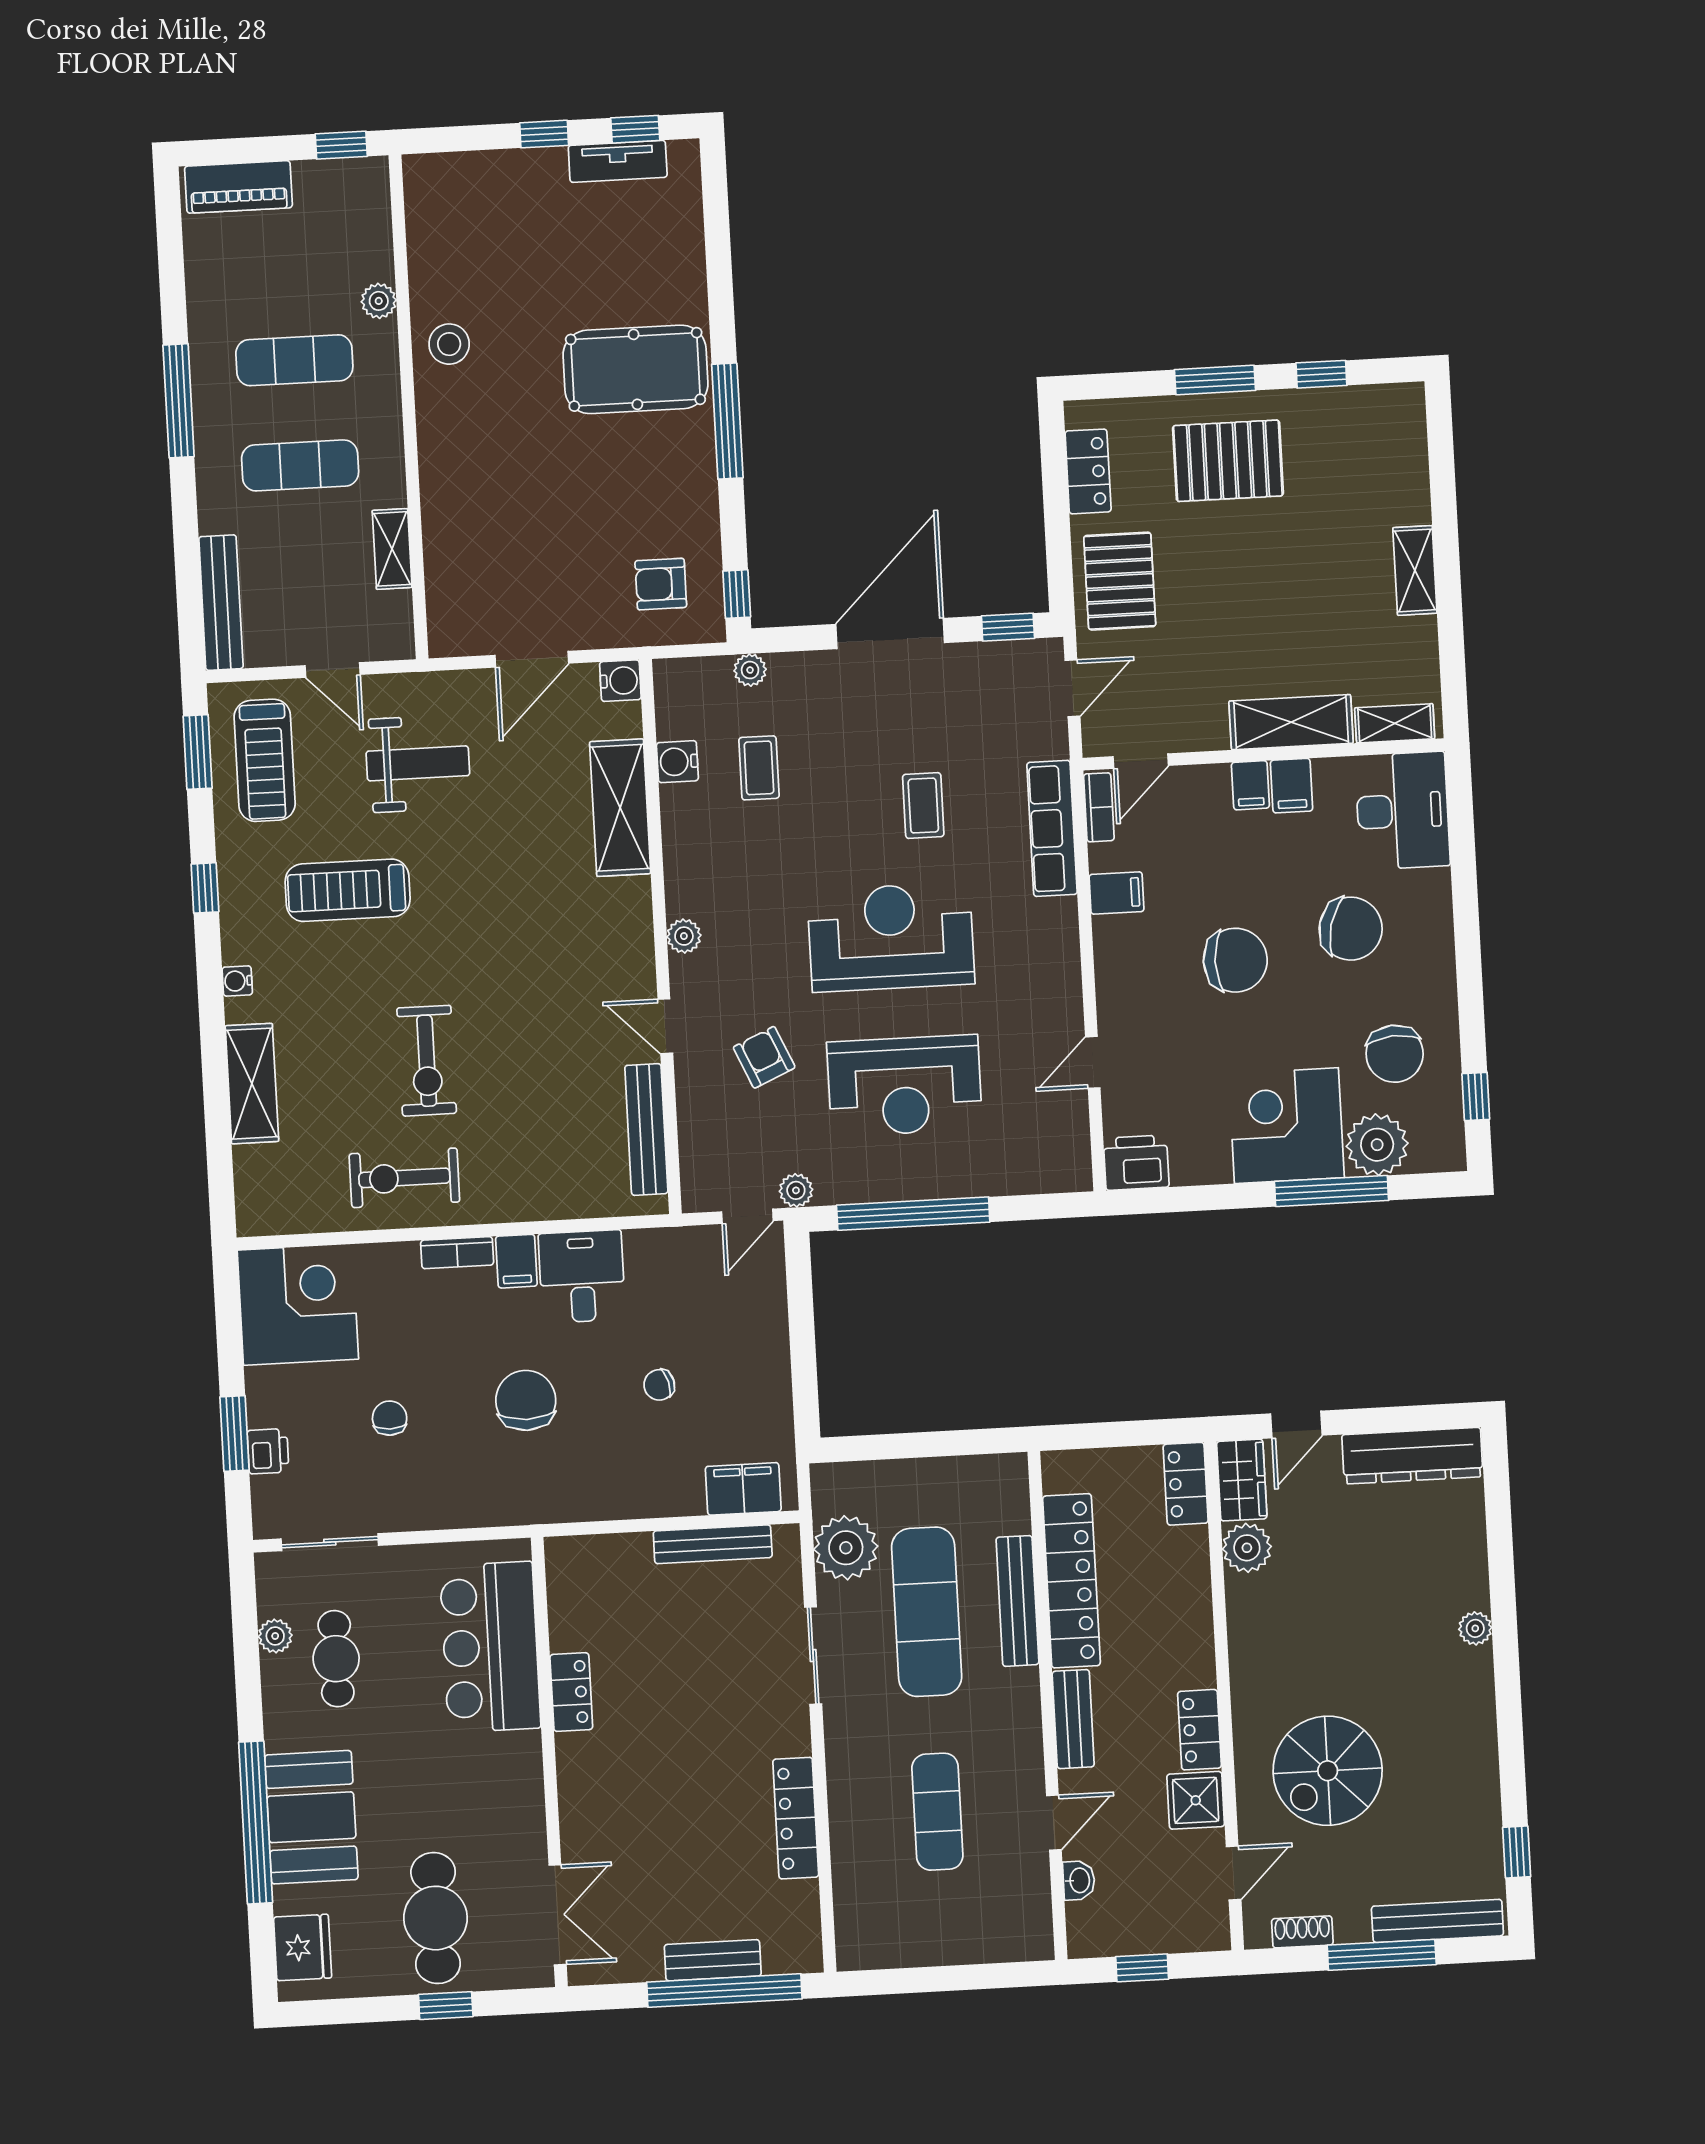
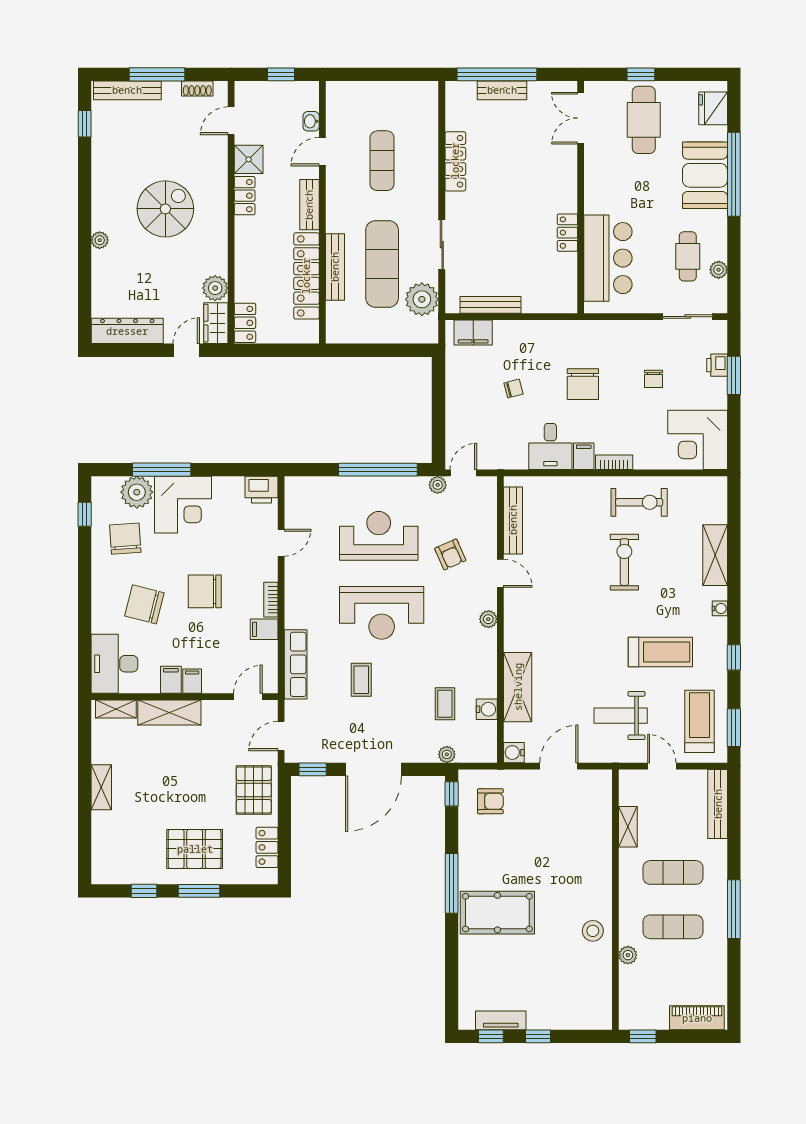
bookcase: (1099, 807) -> (271, 600), moved
spiral stairs: (1328, 1771) -> (165, 209), moved

